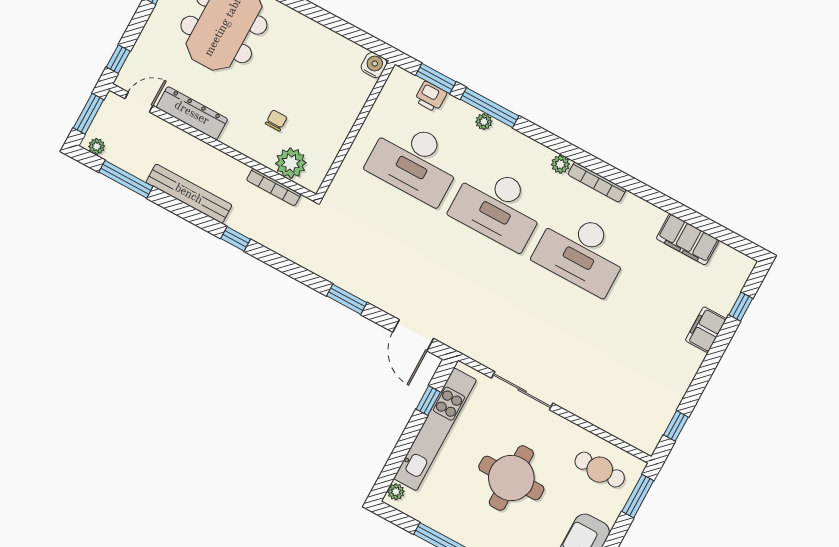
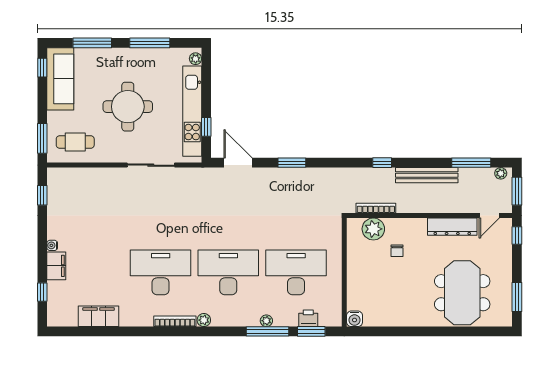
water cooler: (697, 358) -> (52, 245), added

